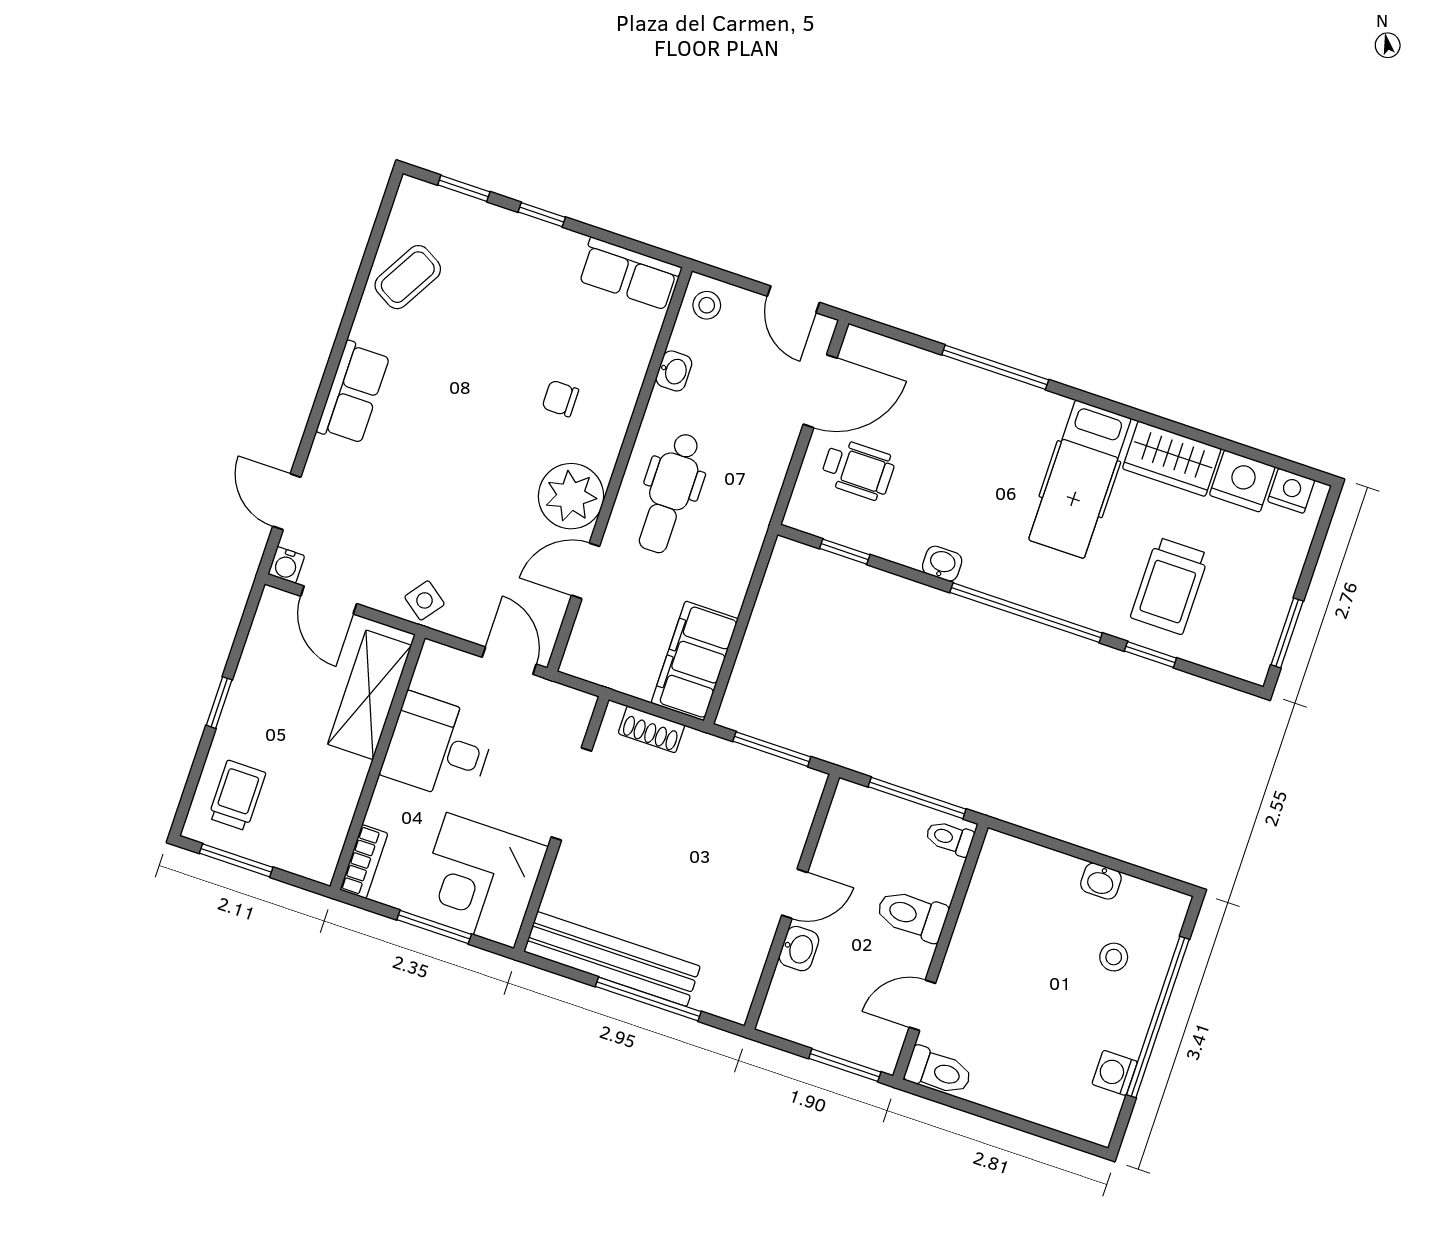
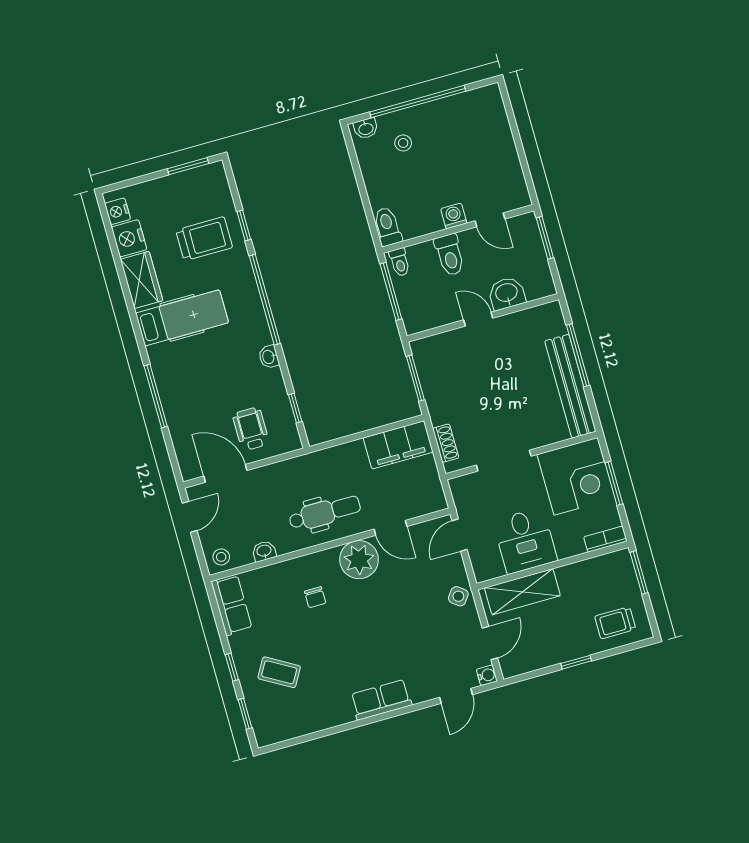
coffee table: (408, 277) -> (279, 672), moved
window: (236, 860) -> (639, 573), moved
washbasin: (1101, 881) -> (366, 128), moved, turned 90
washbasin: (799, 949) -> (507, 293), width x1.38, depth x1.45
toilet: (939, 1071) -> (387, 227), moved
washing machine: (1115, 1073) -> (454, 216), moved, turned 180

